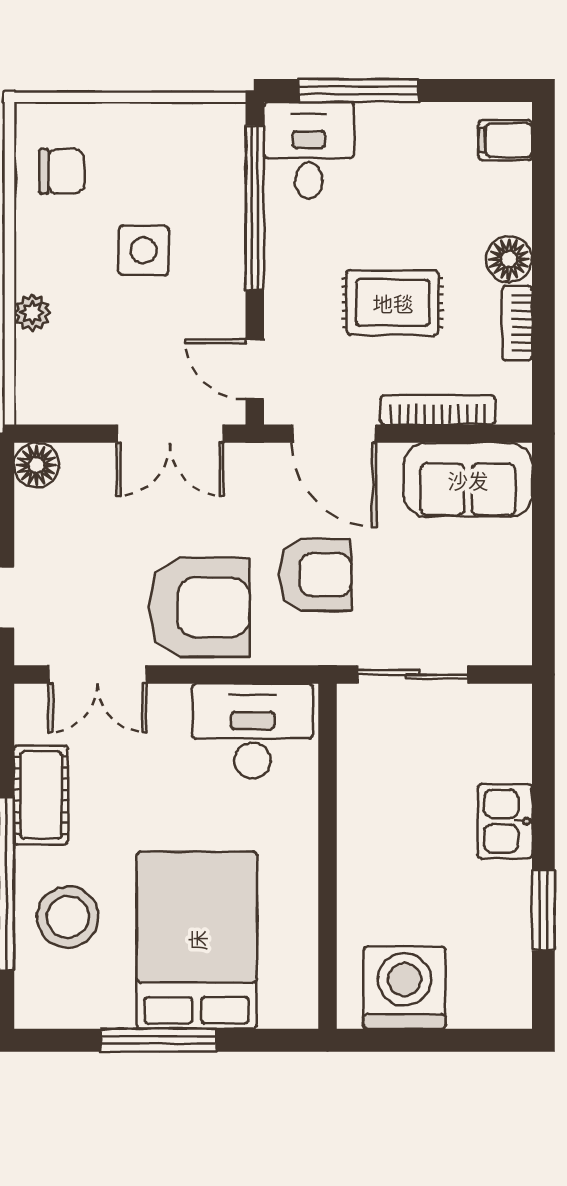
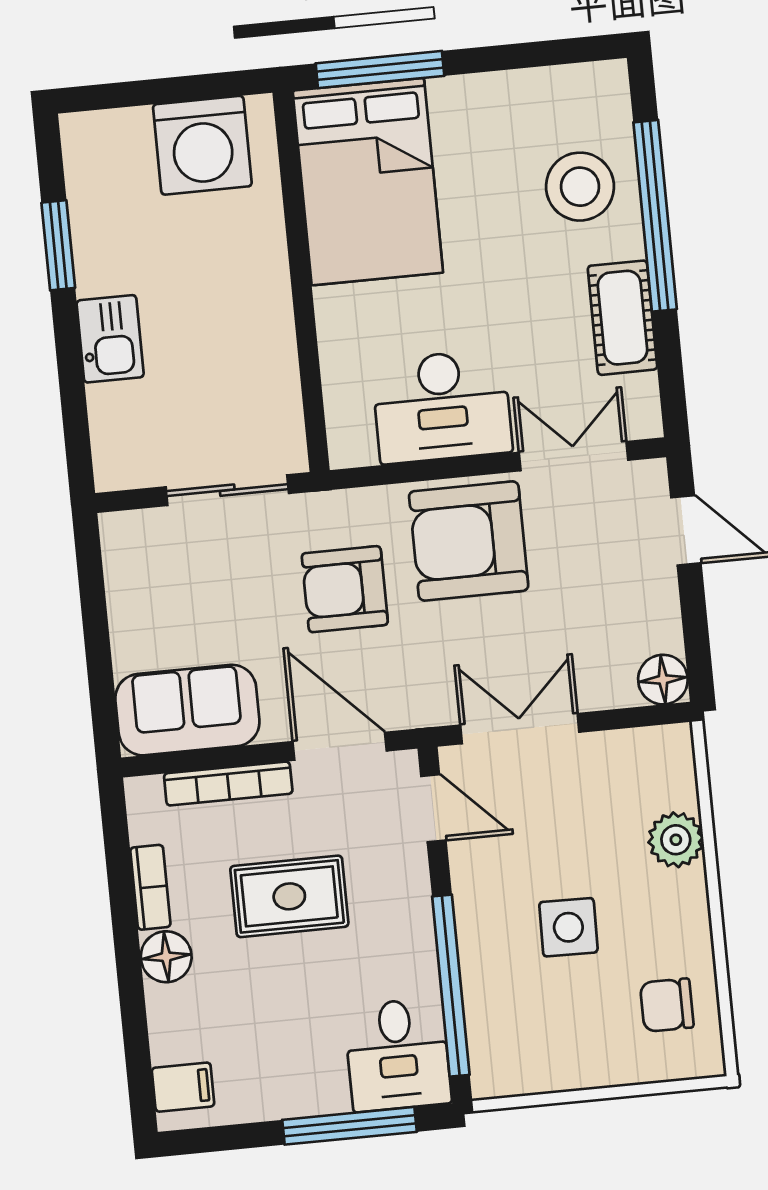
plant: (32, 313) -> (676, 840), width x1.38, depth x1.38
desk: (253, 731) -> (442, 406), moved
bed: (197, 940) -> (368, 182), moved
window: (159, 1040) -> (380, 70), moved

